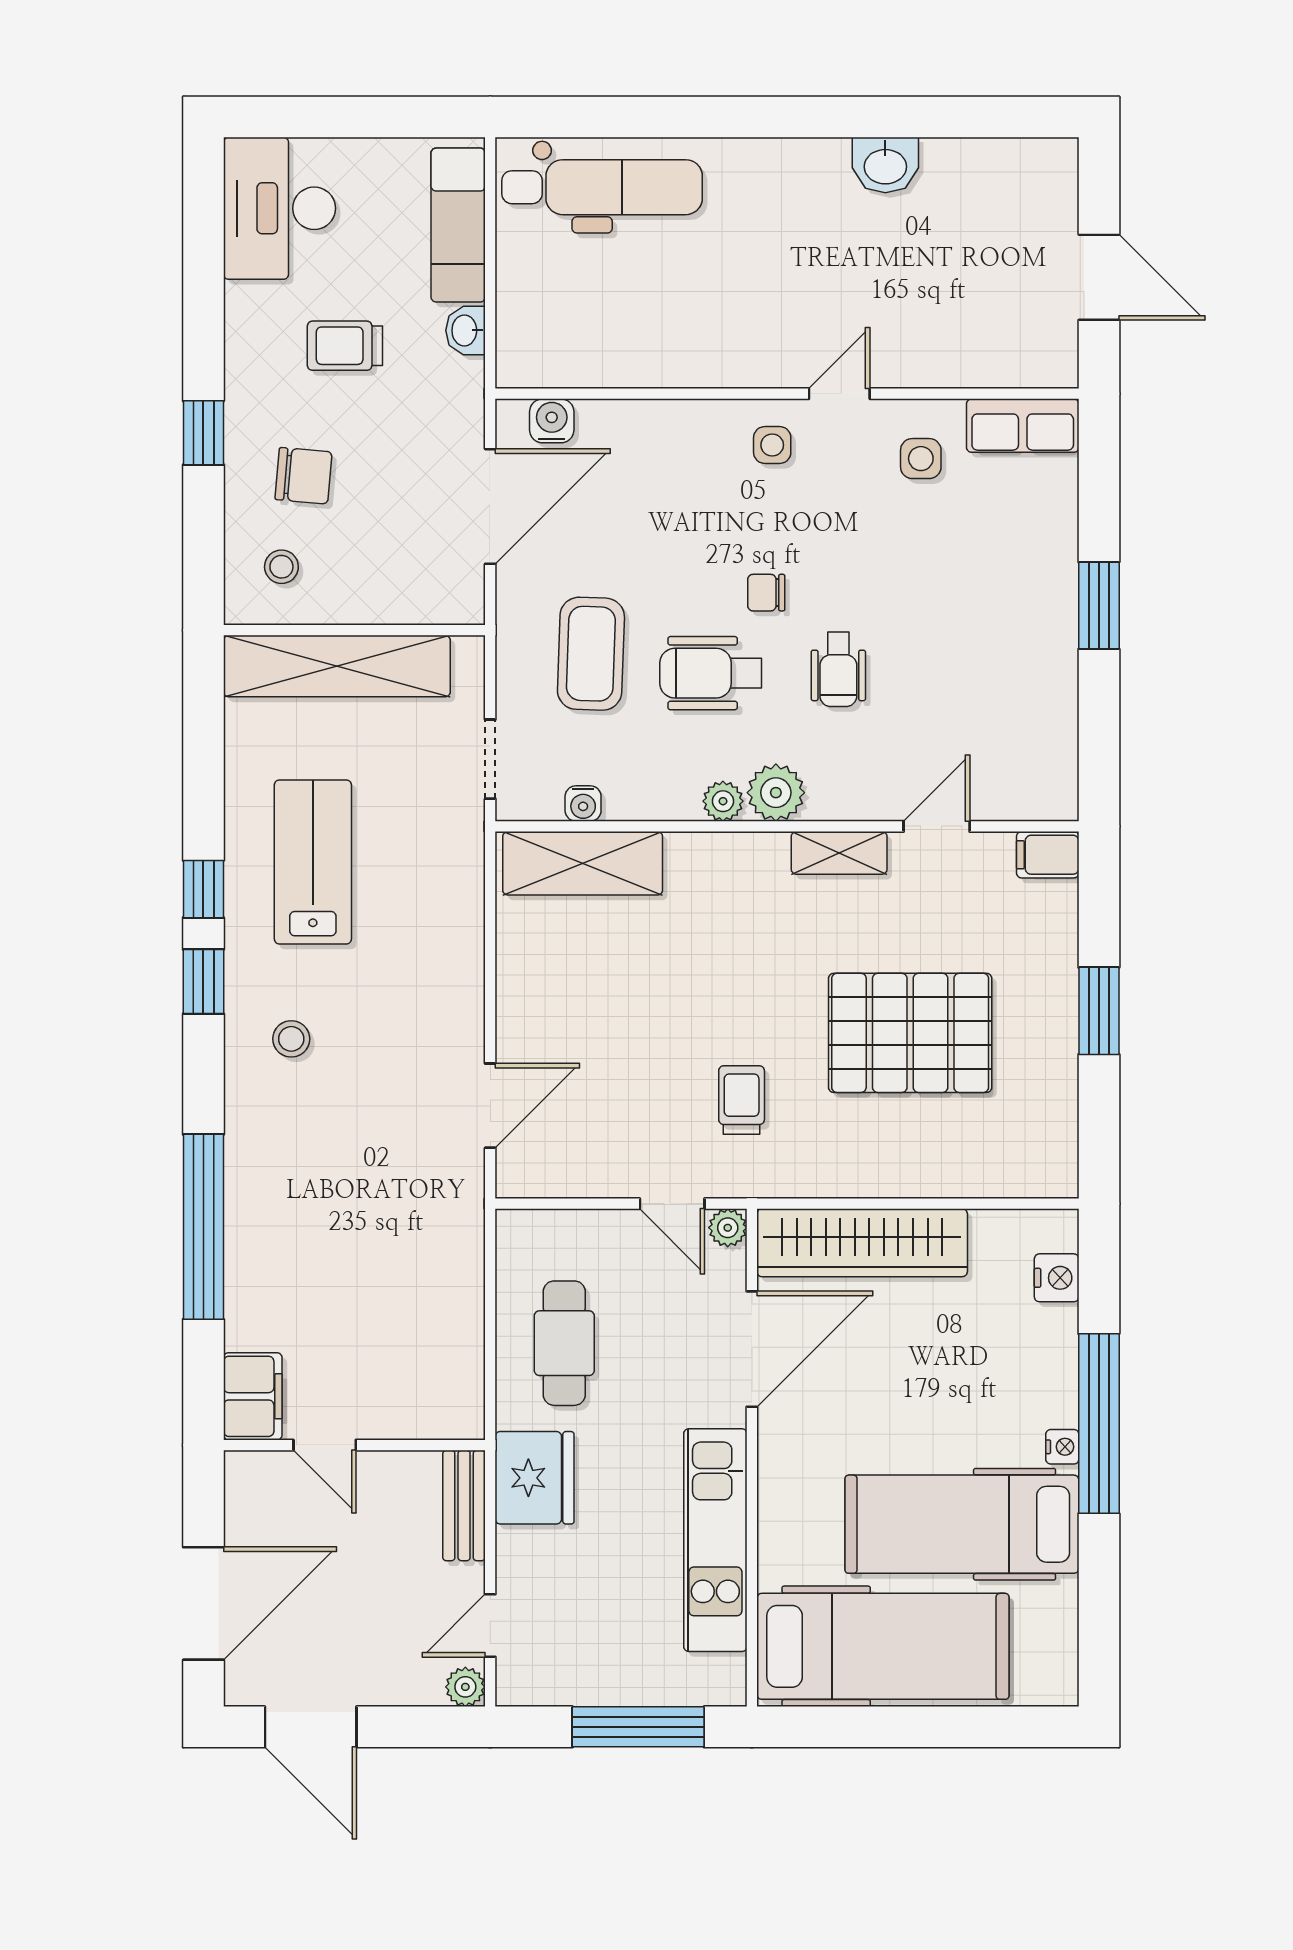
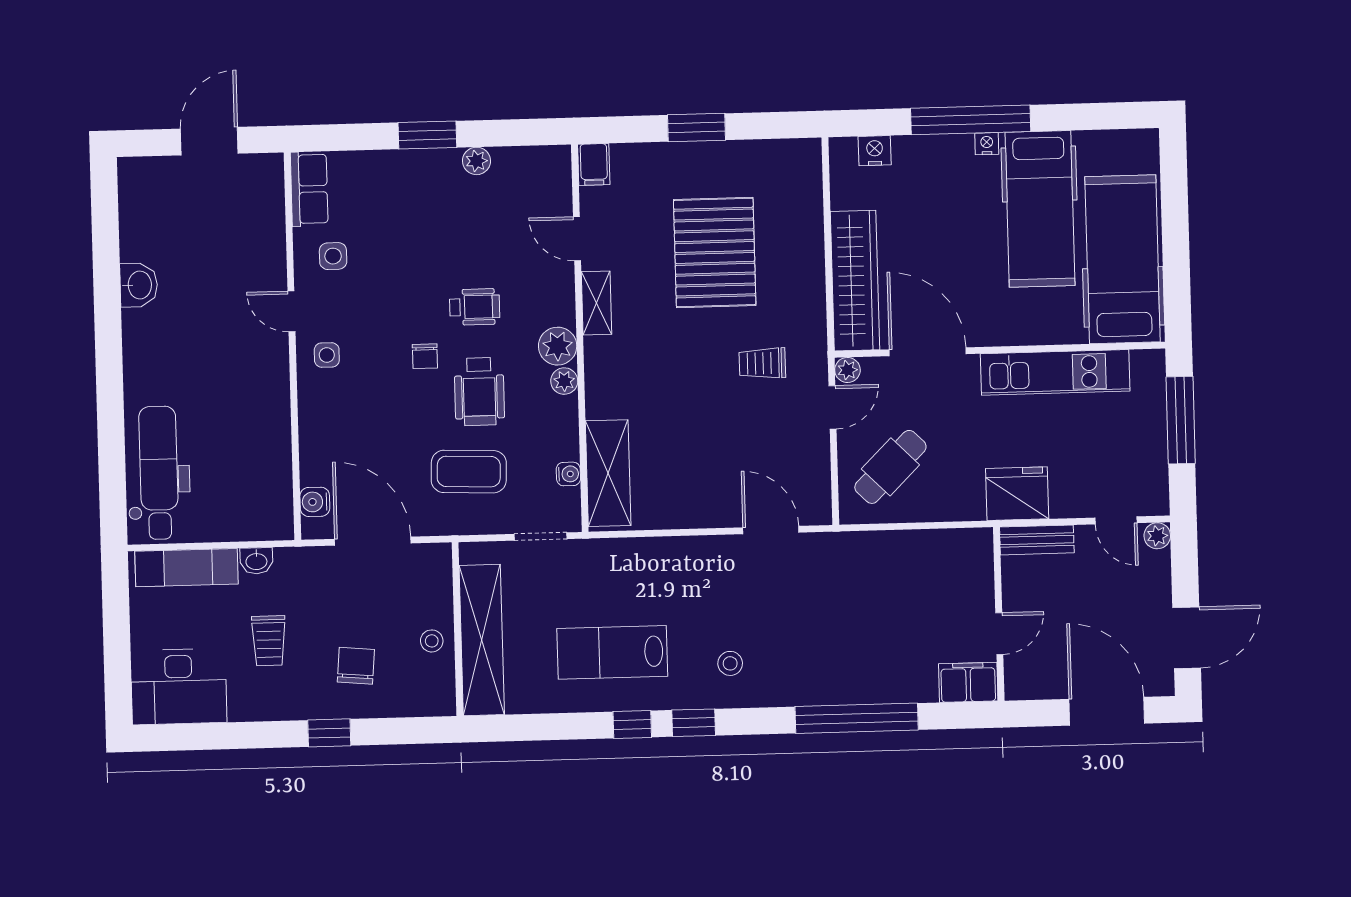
stool: (281, 567) -> (432, 641), moved
plant: (1058, 678) -> (476, 161), added
cafe table: (564, 1343) -> (890, 467), moved, turned -45

